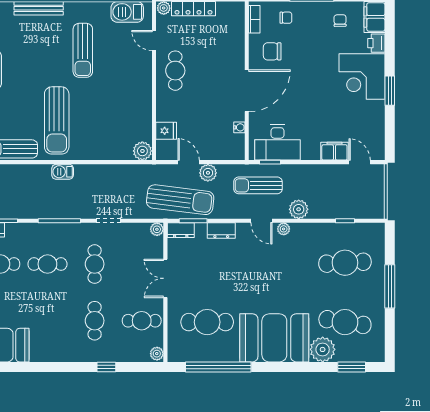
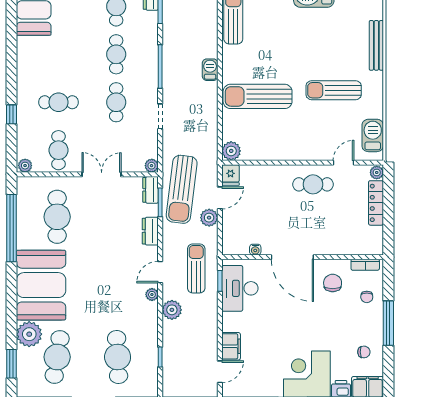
sun lounger: (57, 120) -> (258, 96), moved
fridge: (166, 131) -> (230, 175), moved
cafe table: (95, 264) -> (116, 102), turned 90

